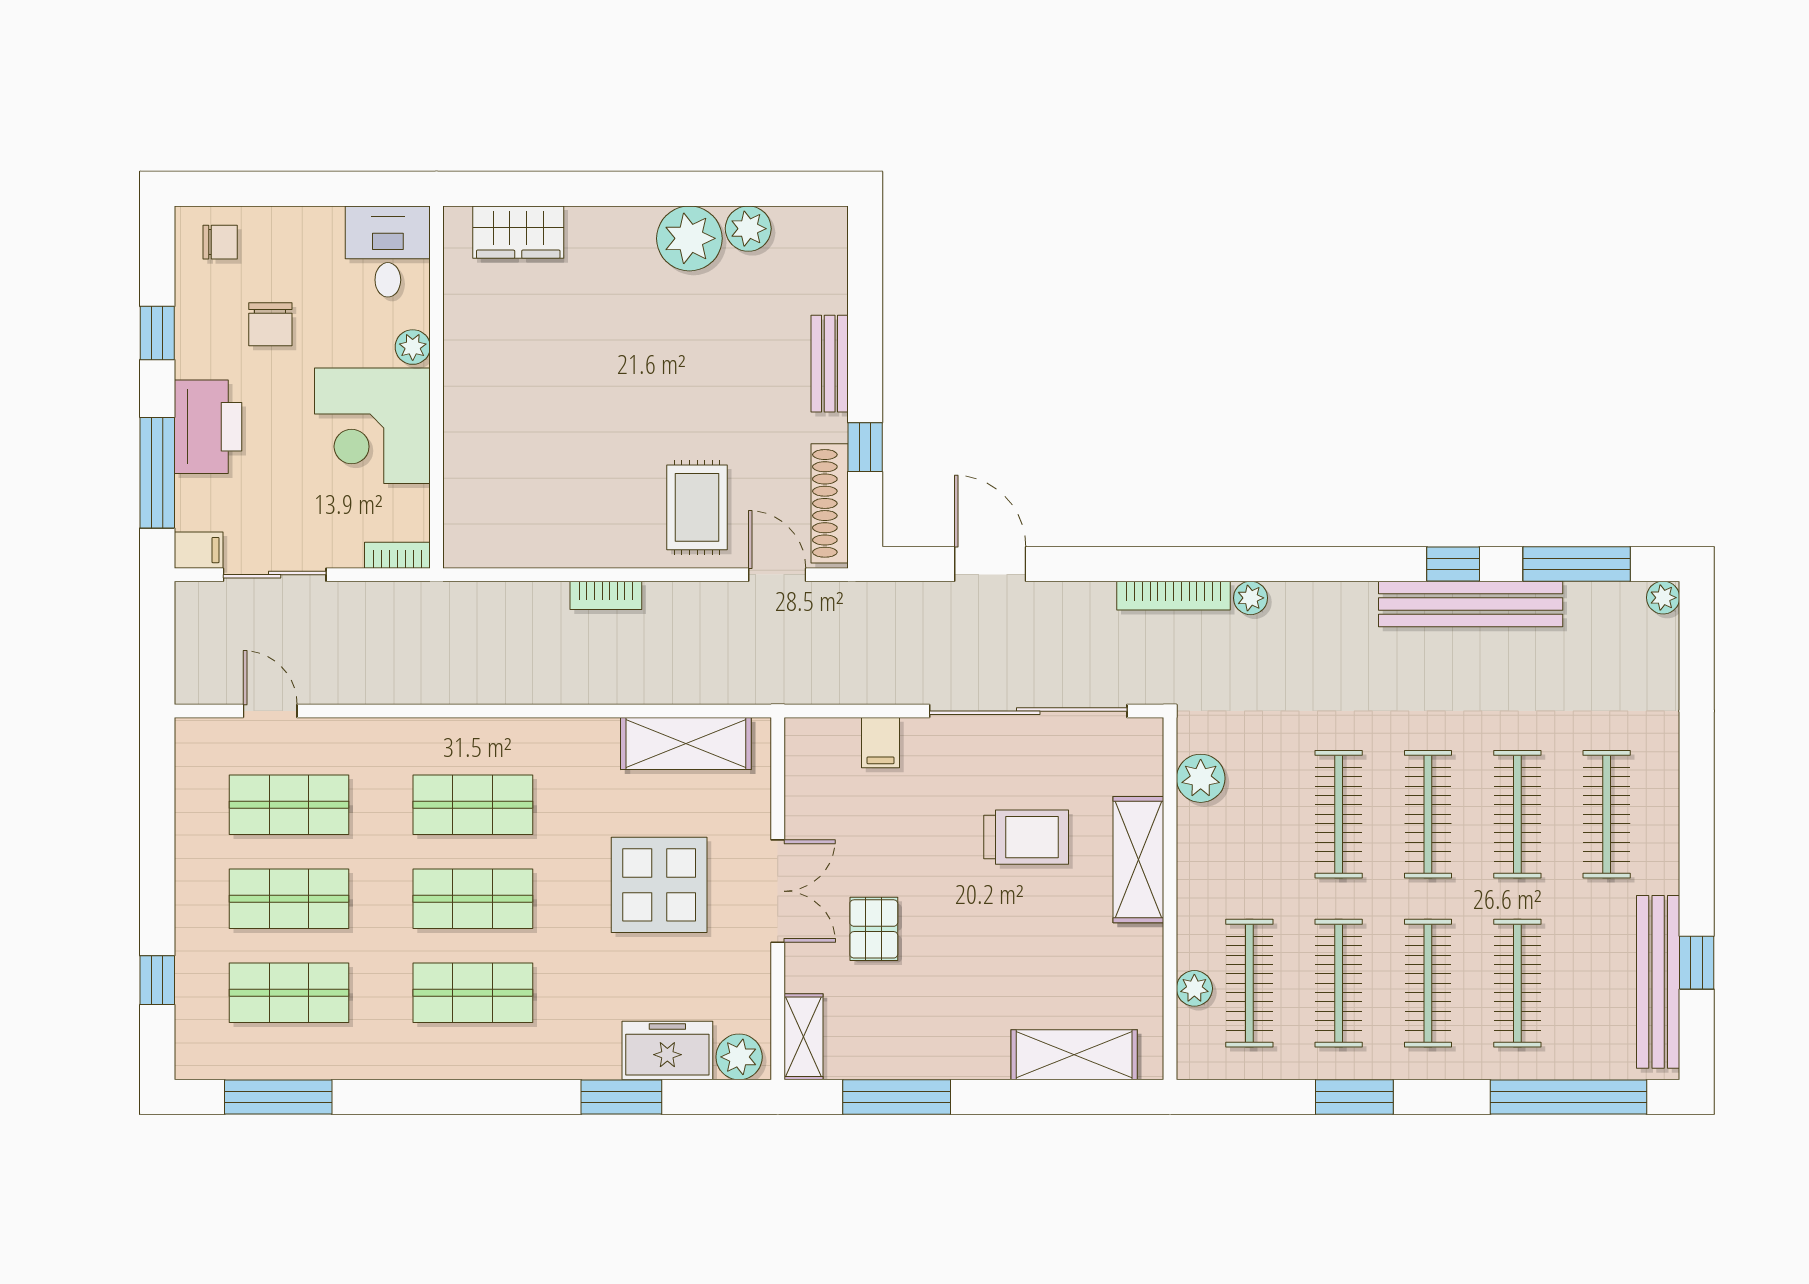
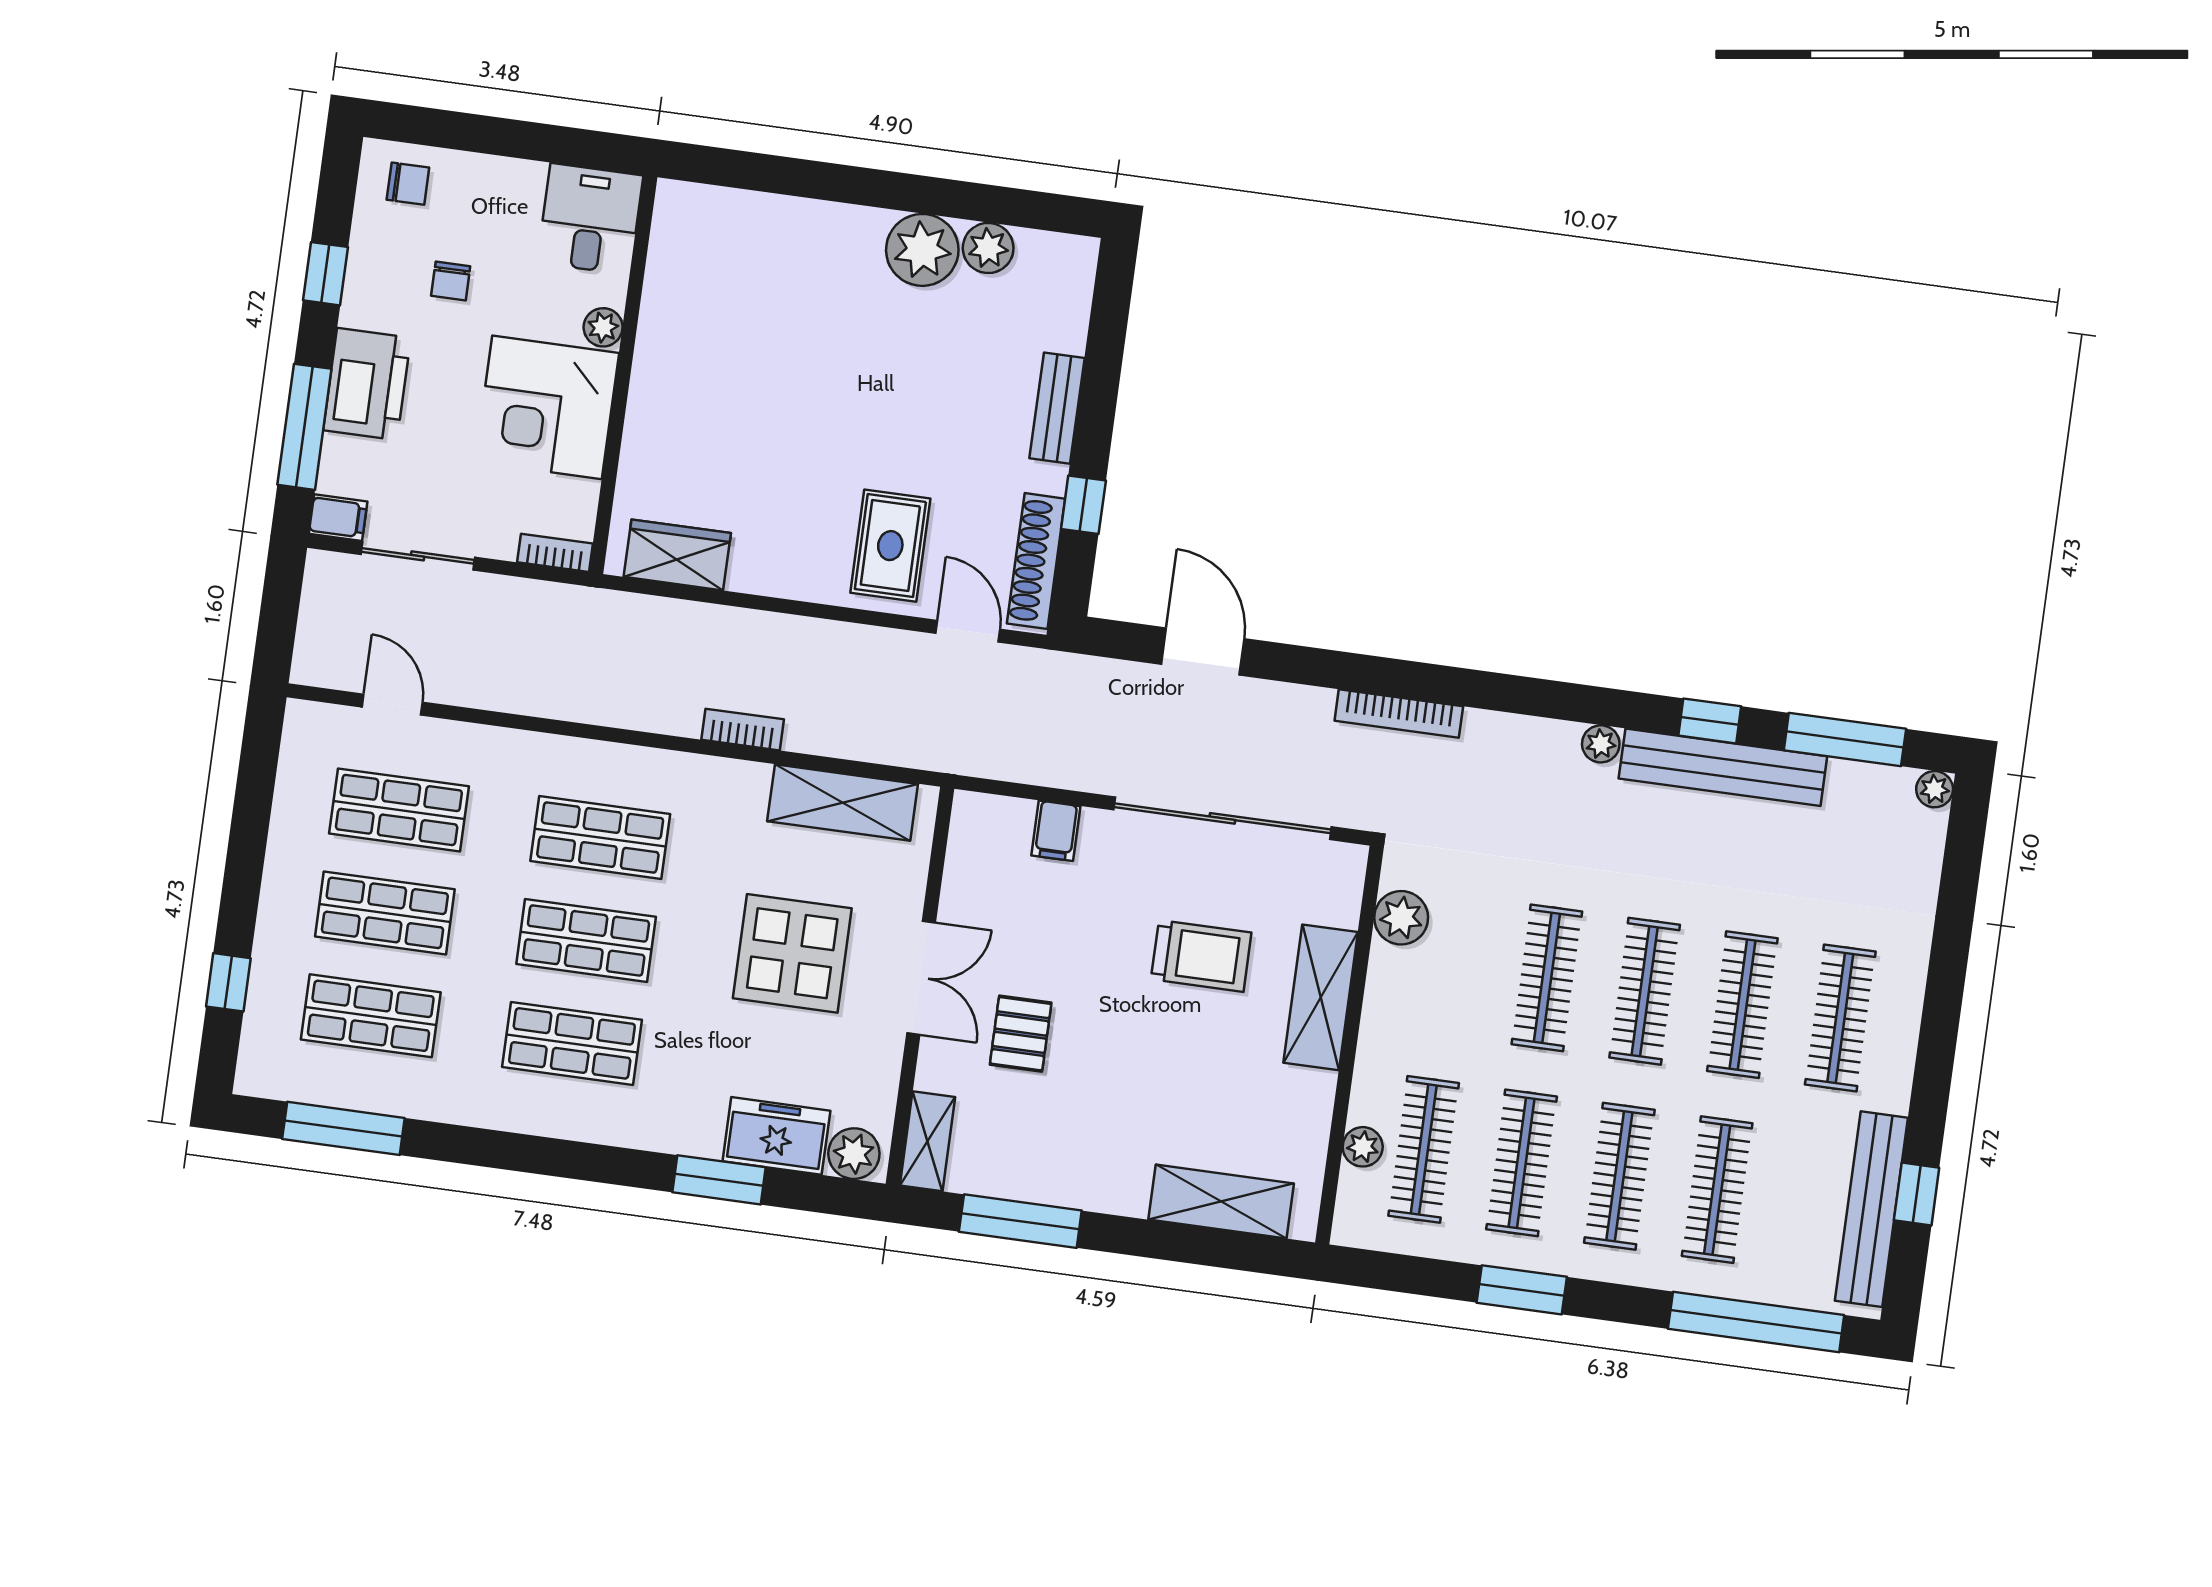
wardrobe: (518, 232) -> (677, 555), moved, turned 180
chair: (270, 324) -> (451, 281), width x0.73, depth x0.73
bookcase: (606, 595) -> (743, 730), moved, turned 180
plant: (1250, 598) -> (1601, 744), moved

